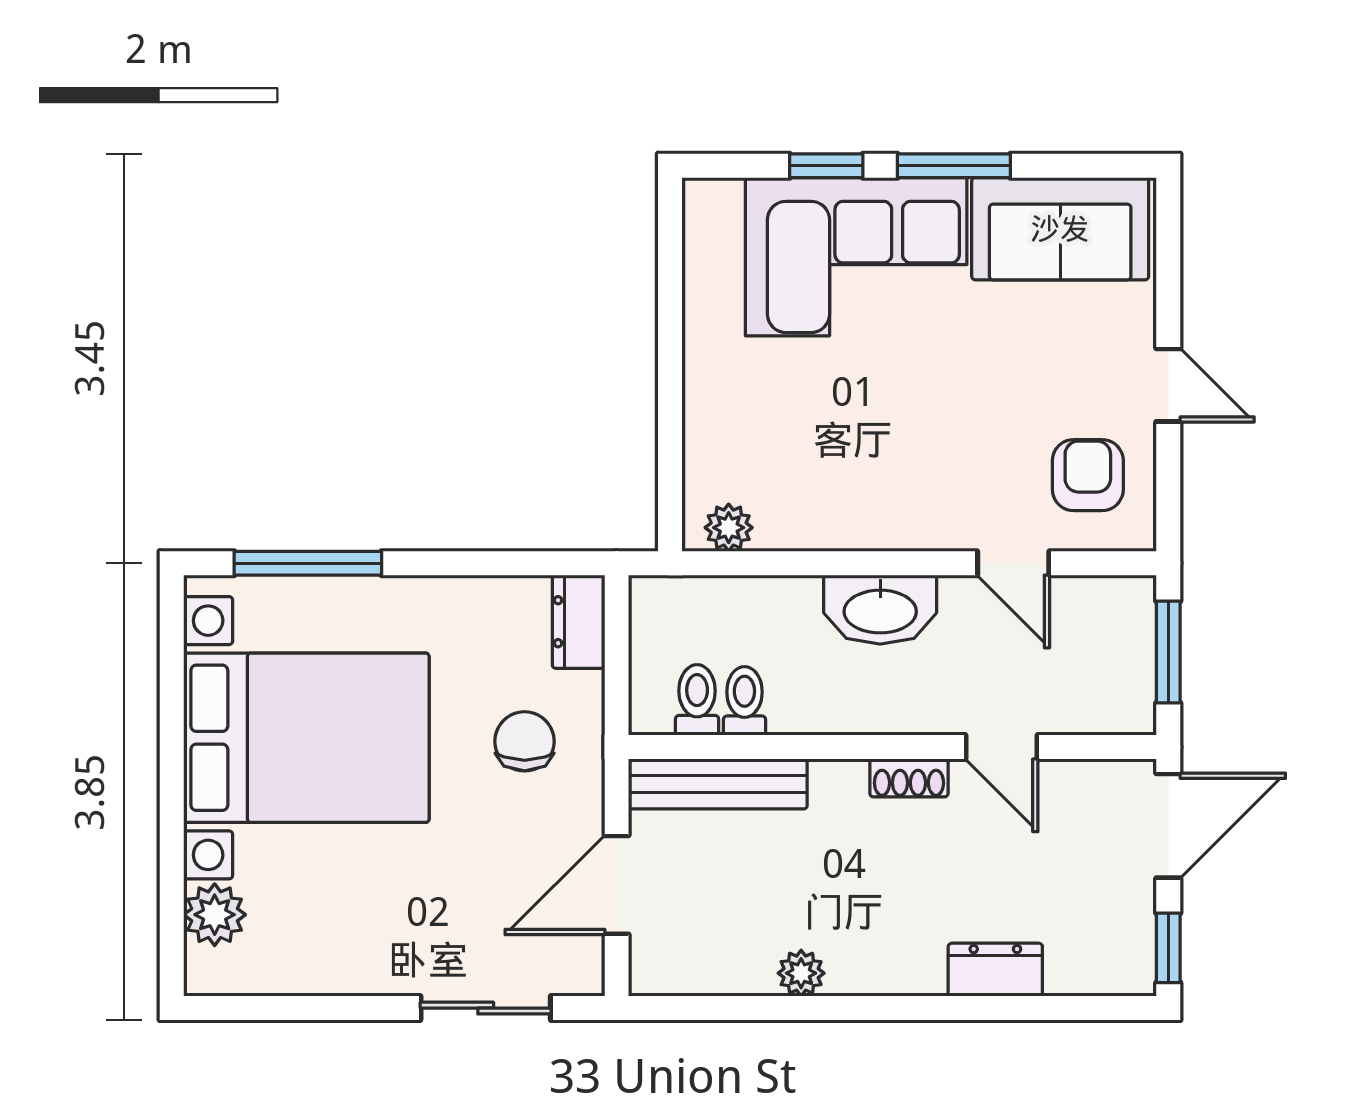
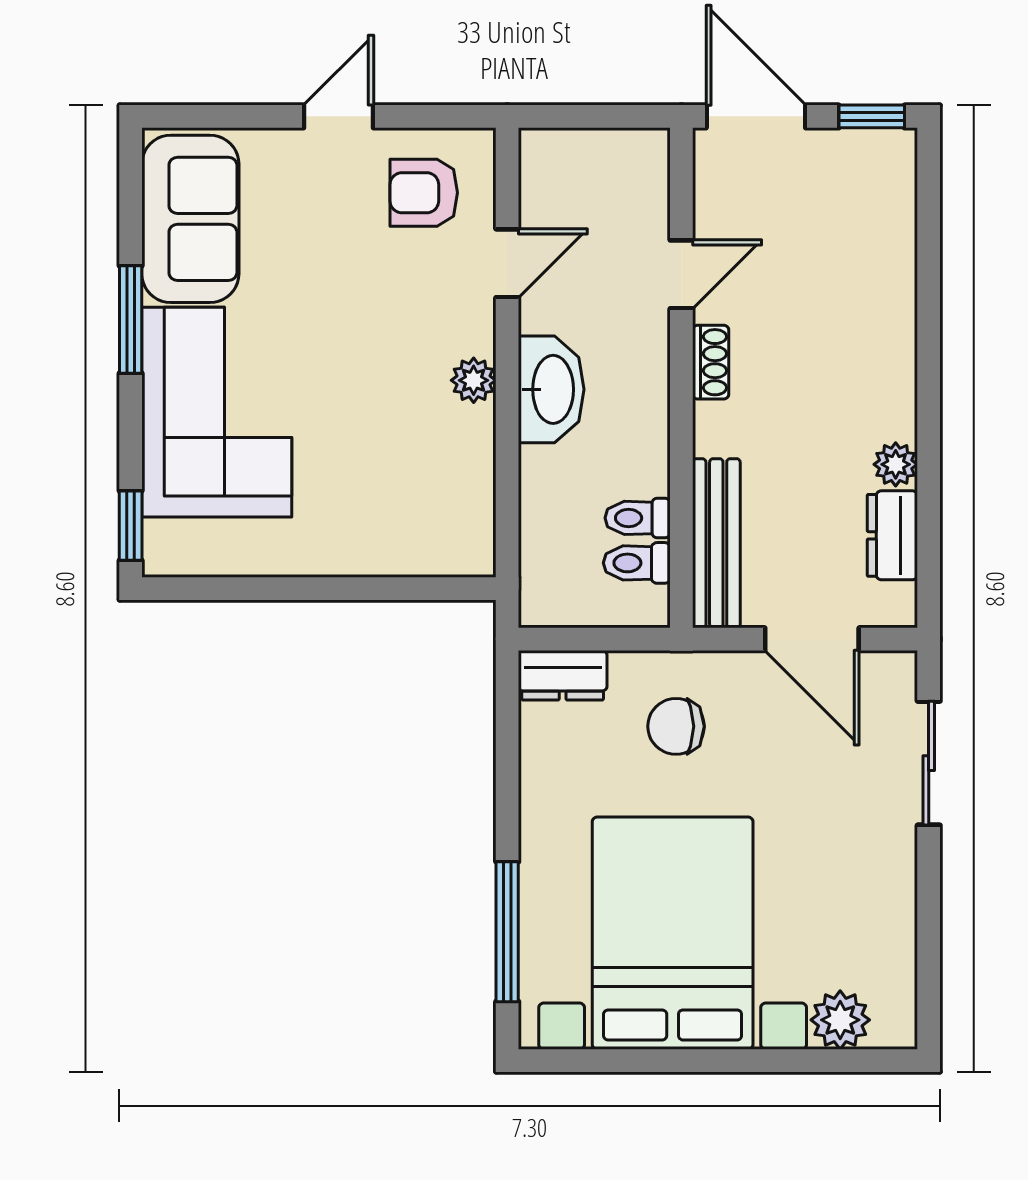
window: (826, 166) -> (131, 526), moved
plant: (729, 528) -> (474, 380), moved
window: (1168, 652) -> (591, 116), removed
dresser: (995, 970) -> (892, 535), moved

